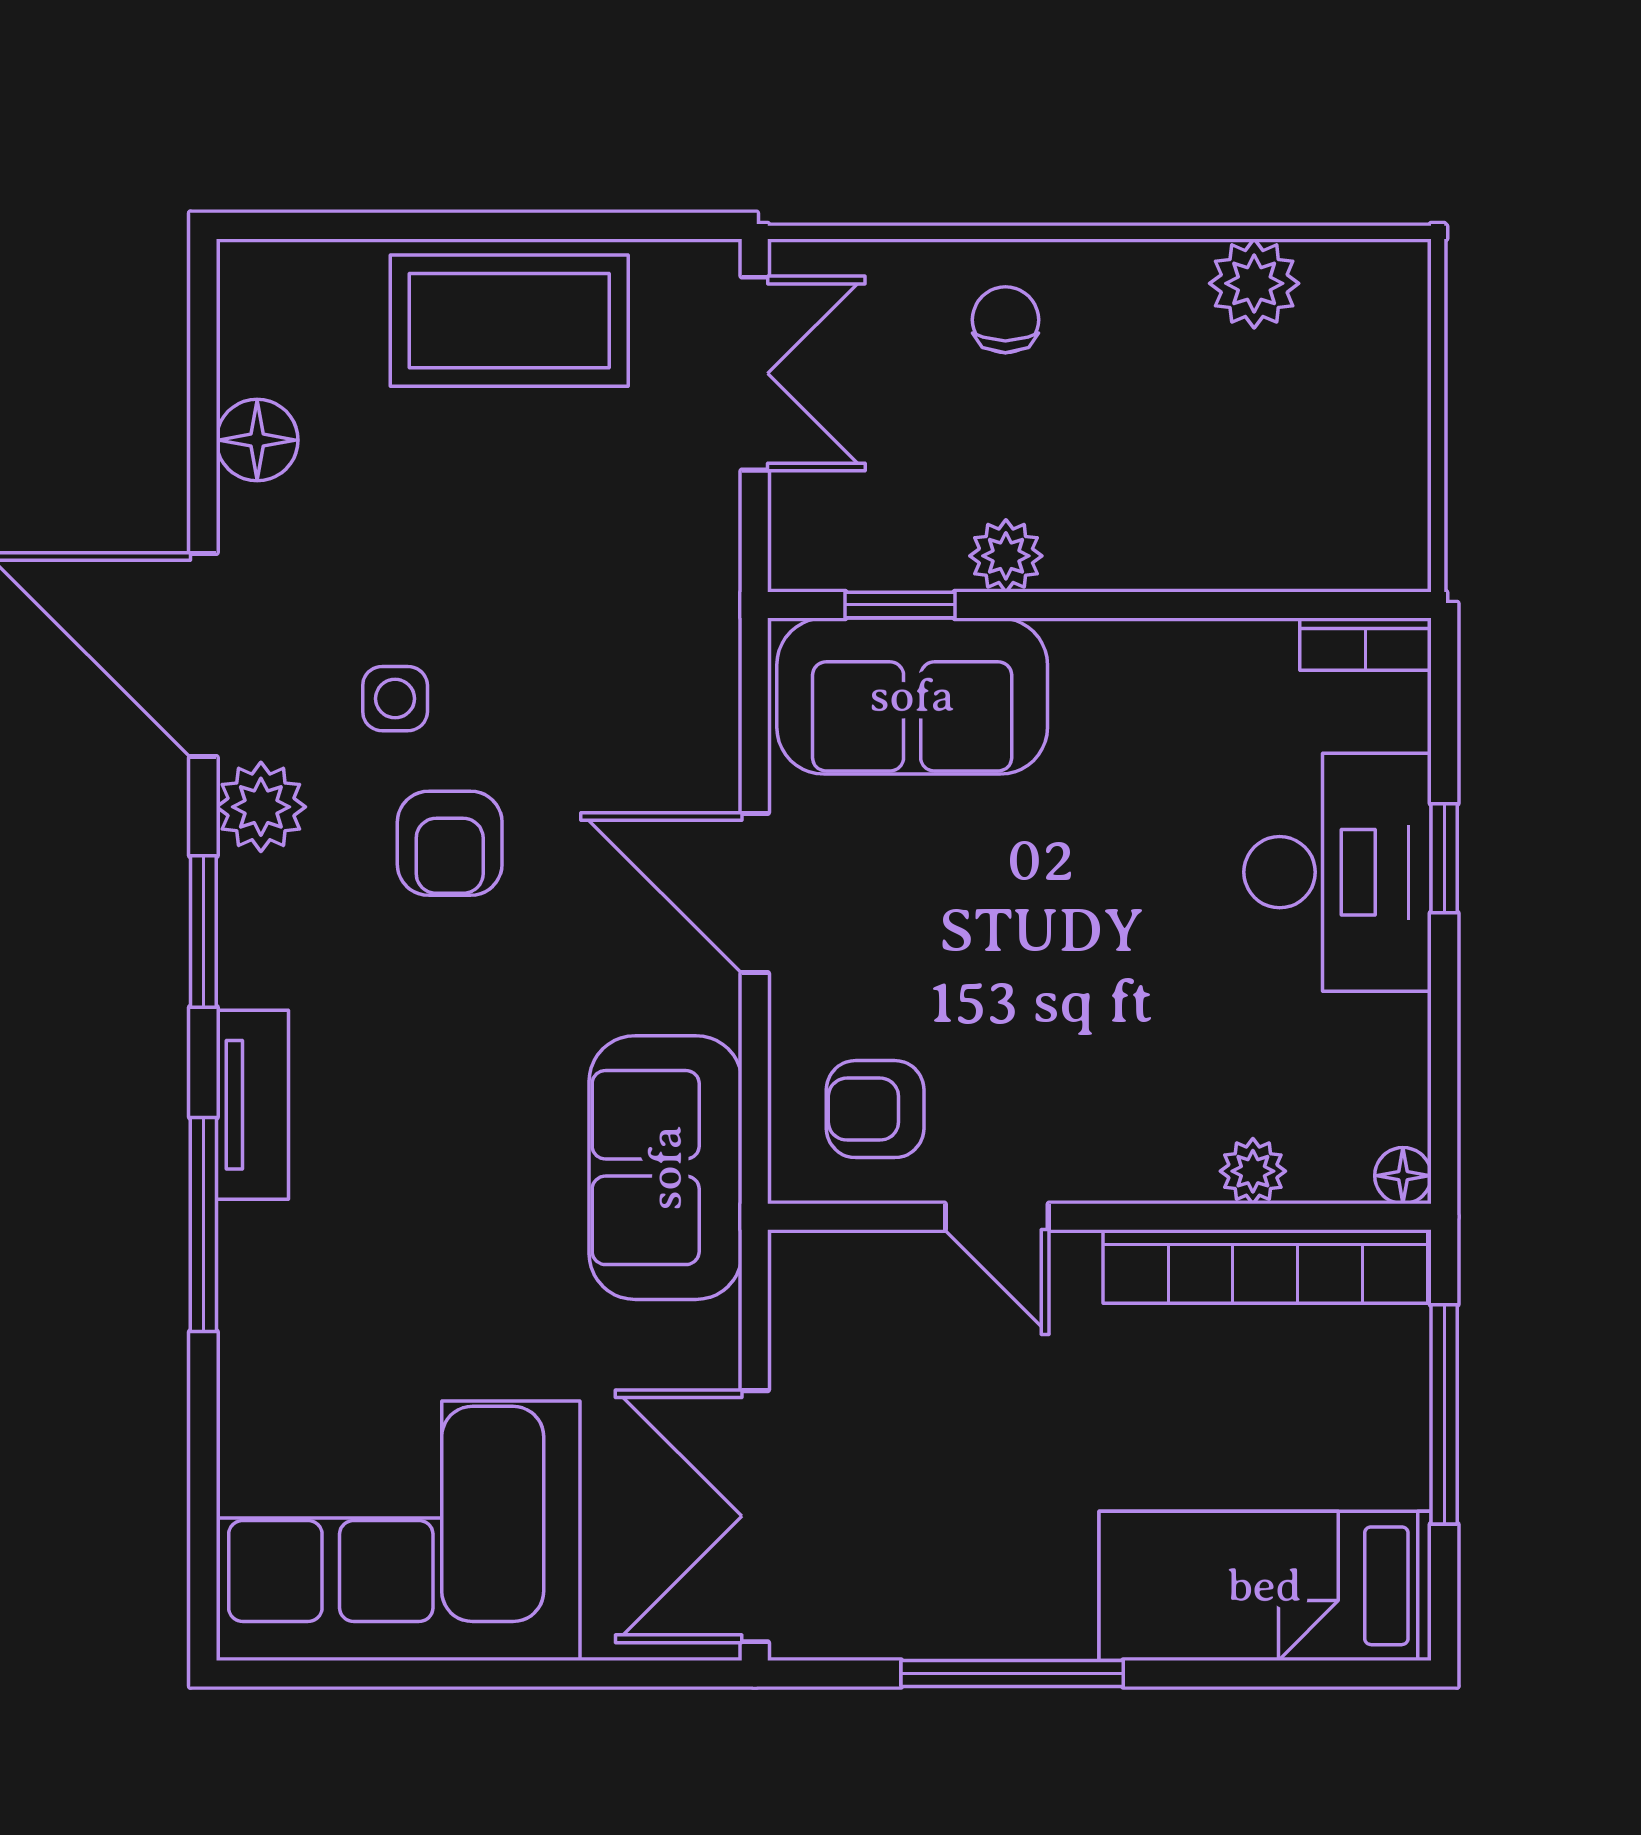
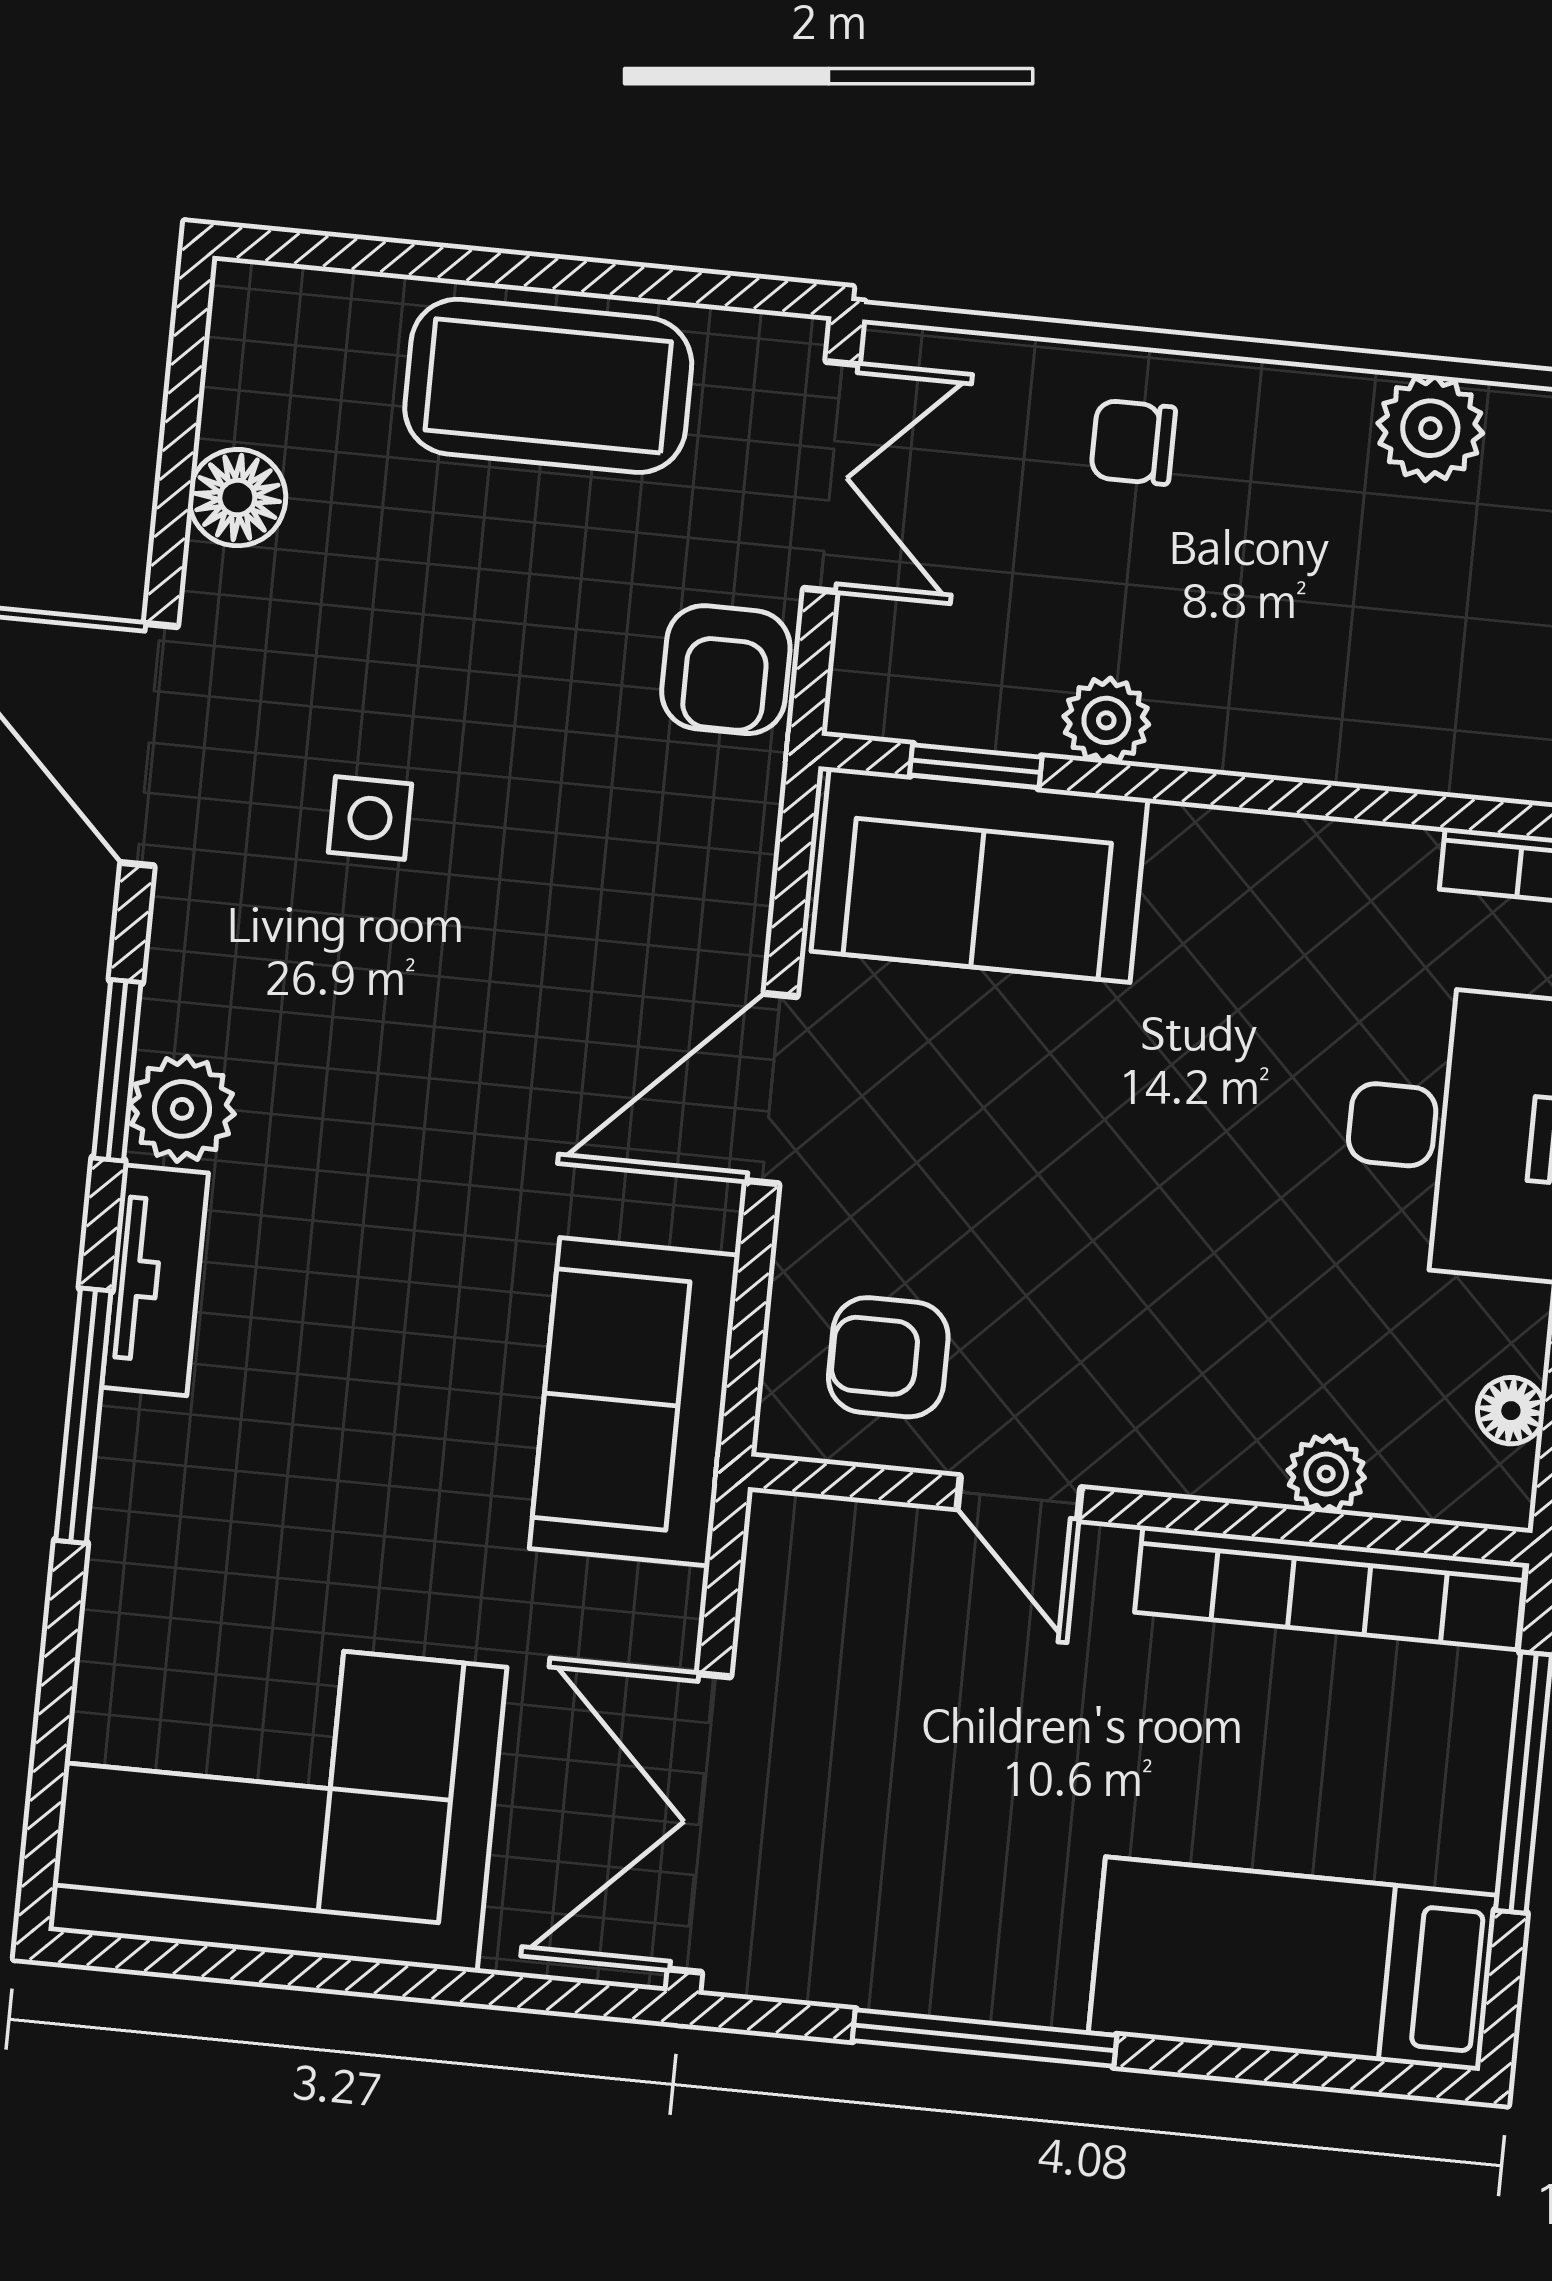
chair: (1005, 320) -> (1133, 442), turned -90
plant: (261, 807) -> (182, 1109), moved
armchair: (450, 843) -> (726, 670), moved
door: (755, 893) -> (771, 1089), hinge flipped
floor lamp: (1403, 1176) -> (1511, 1411), moved

